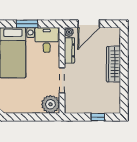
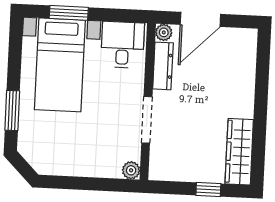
window: (27, 24) -> (69, 13), moved
wardrobe: (114, 64) -> (239, 152), moved
plant: (50, 104) -> (131, 170), width x0.53, depth x0.53

